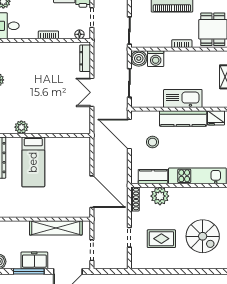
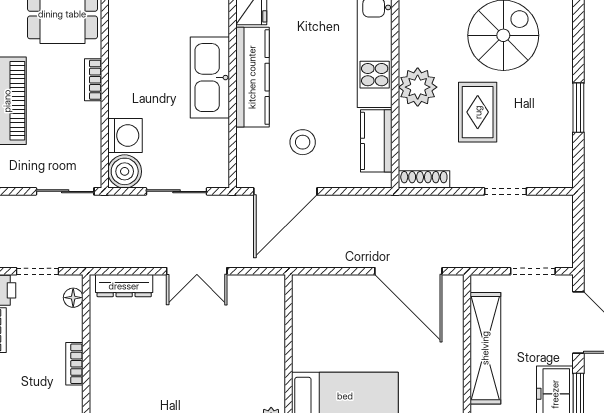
door: (92, 192) -> (408, 271), swing flipped
plant: (160, 196) -> (418, 87), moved
rug: (161, 239) -> (478, 112), moved
window: (169, 271) -> (578, 108), added

